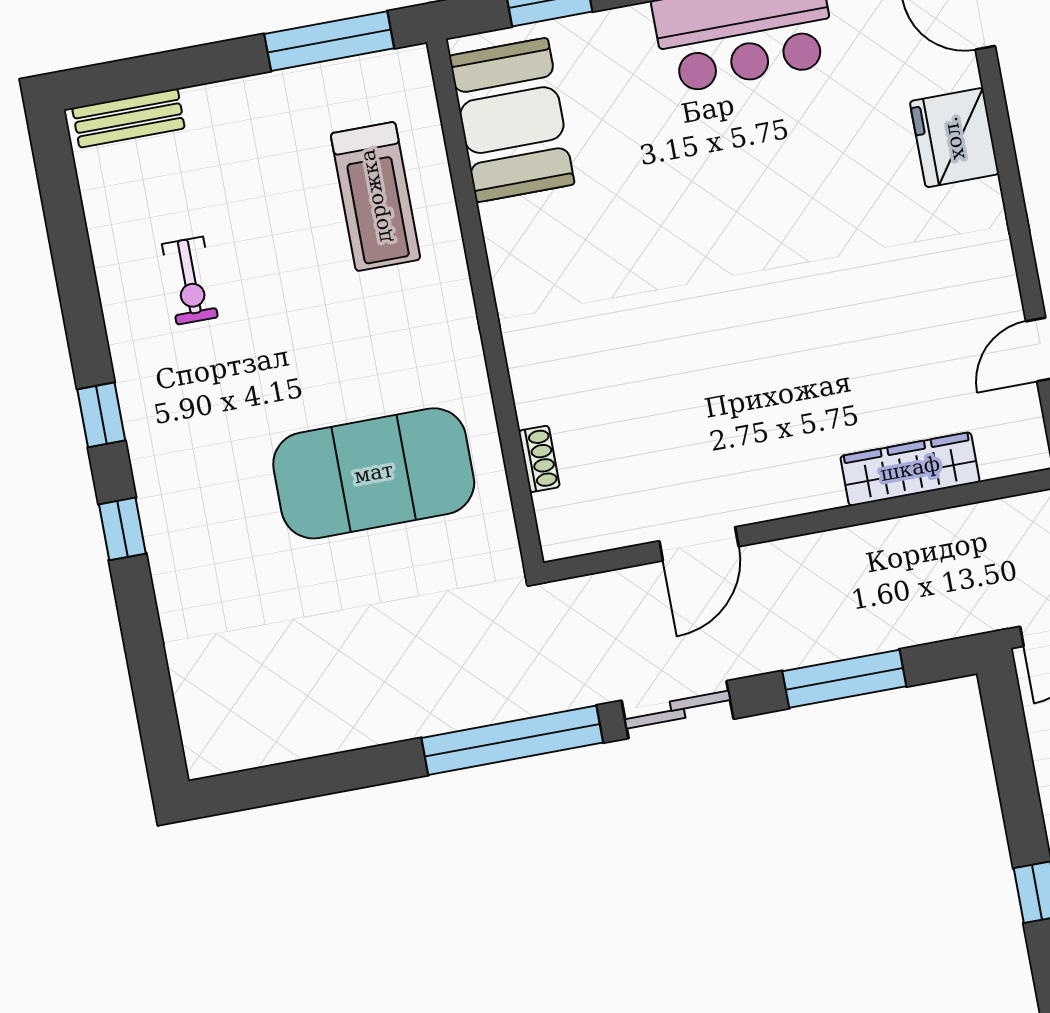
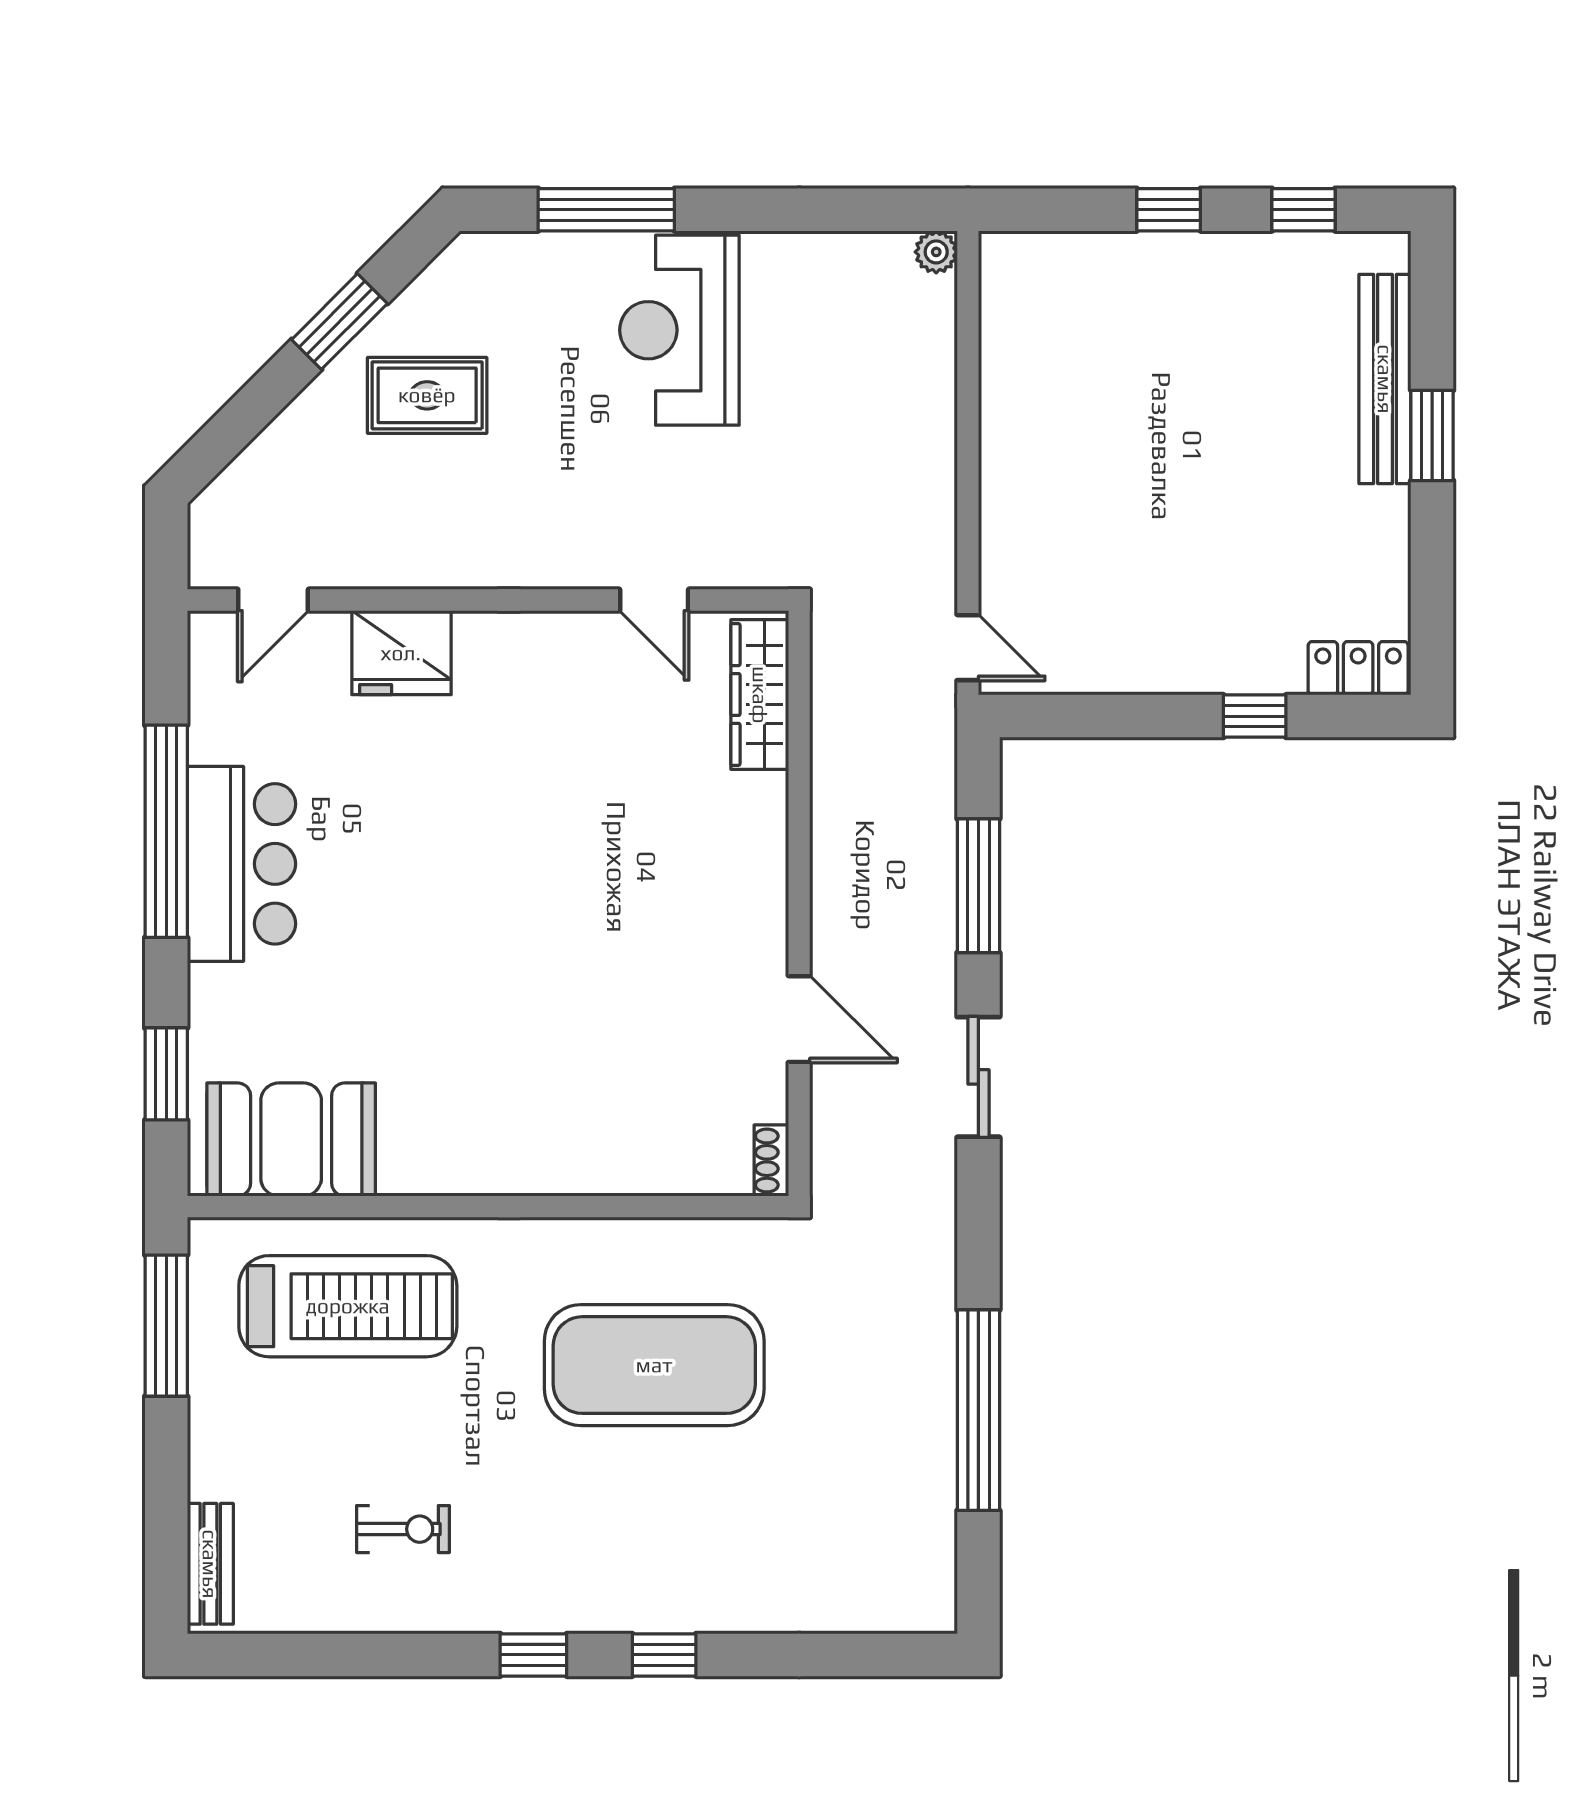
treadmill: (376, 196) -> (348, 1306), width x1.37, depth x1.38
shoe rack: (539, 459) -> (771, 1161), moved, turned -90
wardrobe: (910, 469) -> (760, 695), moved
exercise mat: (374, 473) -> (654, 1365), turned 90
window: (512, 740) -> (978, 1410), moved

